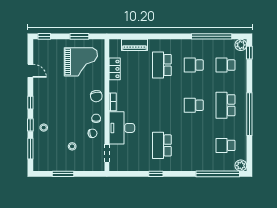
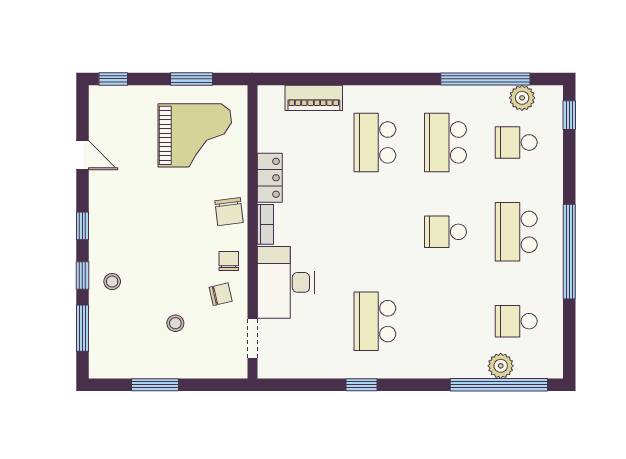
plant: (241, 45) -> (522, 98), moved
school desk: (194, 65) -> (446, 142), width x1.85
locker: (115, 69) -> (270, 178), moved
plant: (241, 166) -> (501, 366), moved

